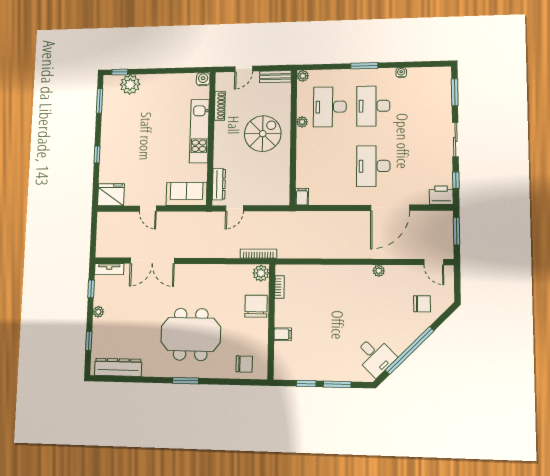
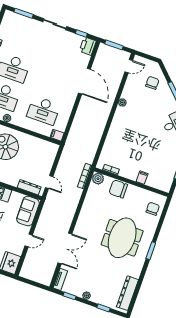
desk: (373, 166) -> (43, 110), moved

